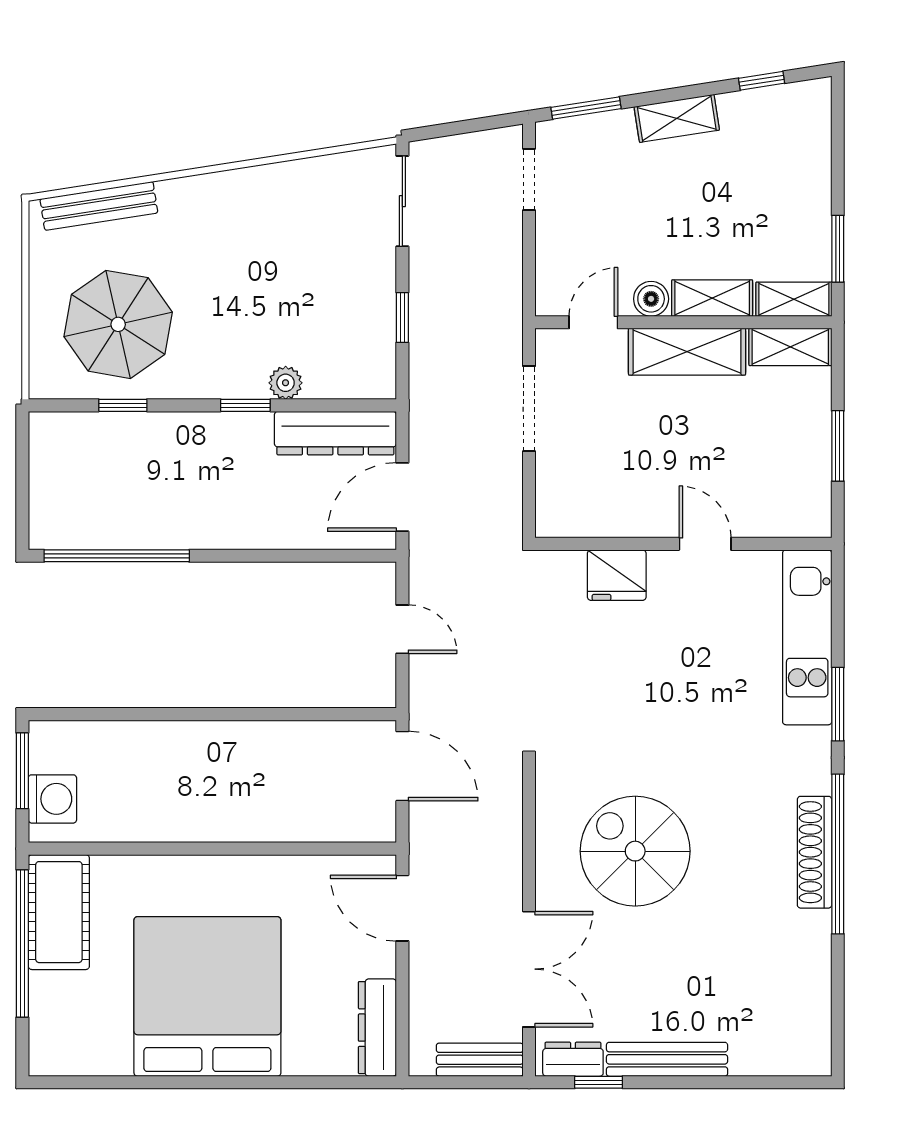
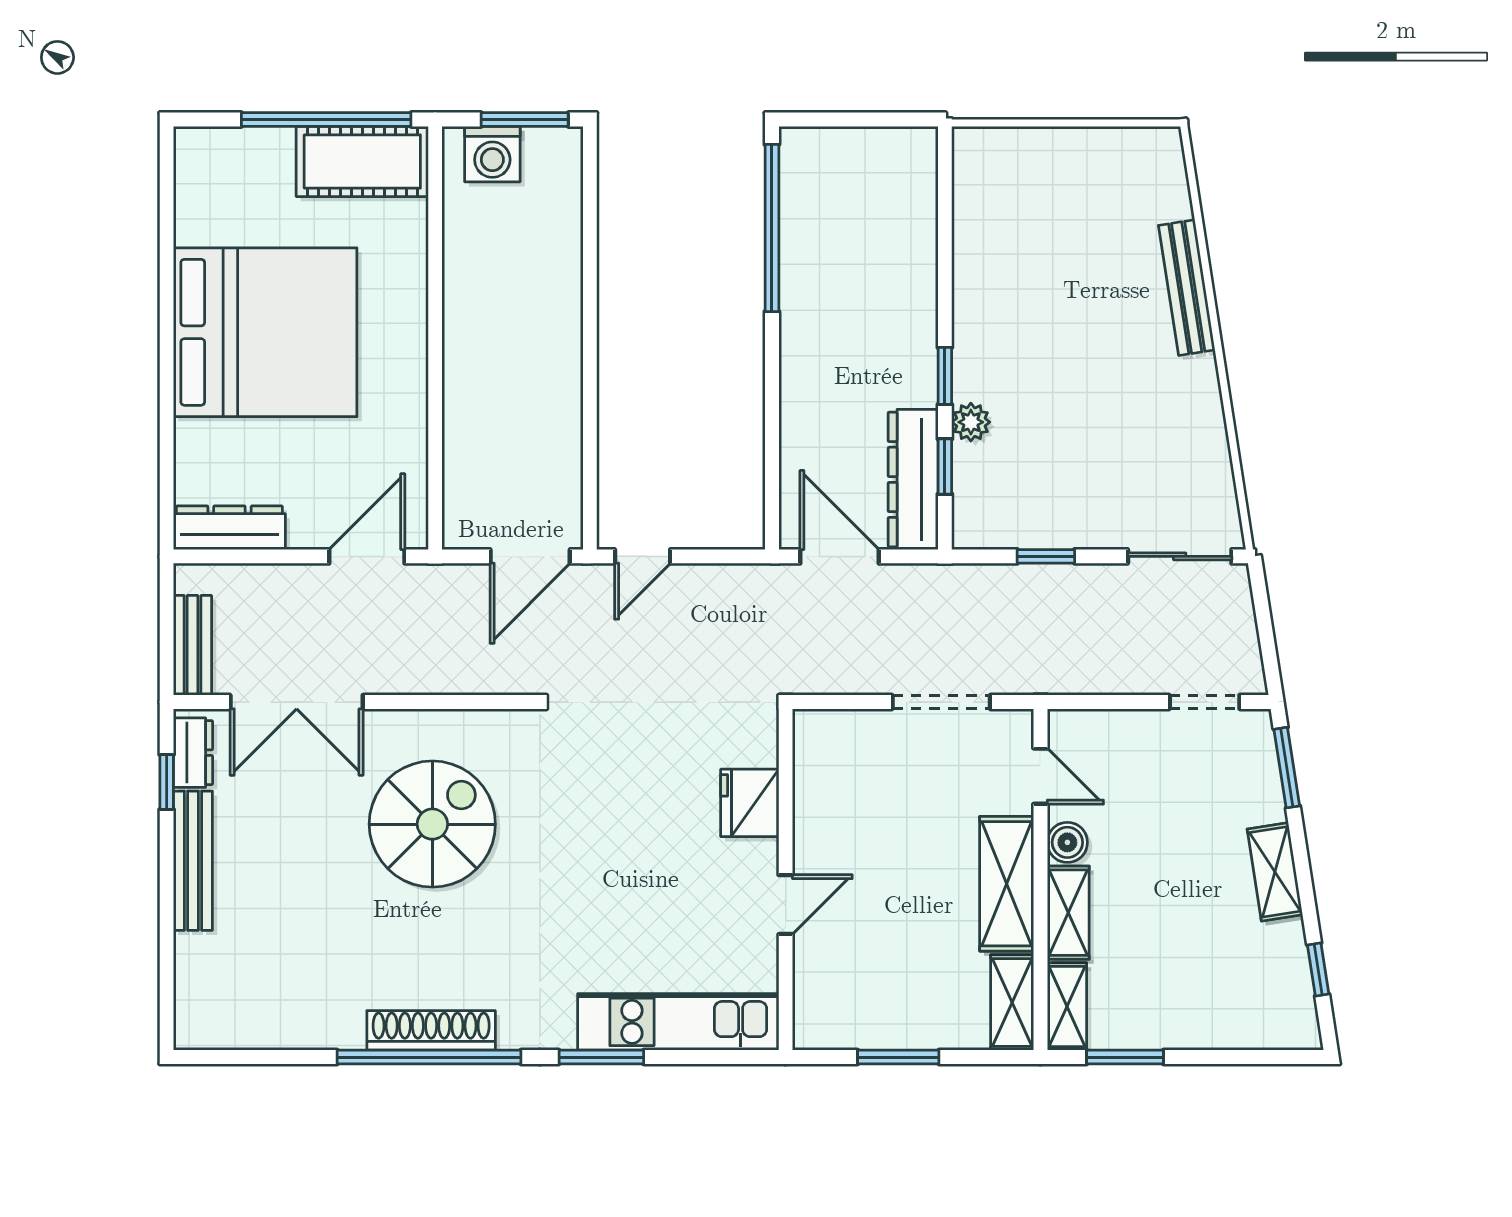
bench: (99, 206) -> (1187, 288), moved
parasol: (118, 324) -> (1038, 230), removed
window: (123, 405) -> (945, 467), moved
door: (402, 629) -> (643, 556), moved

